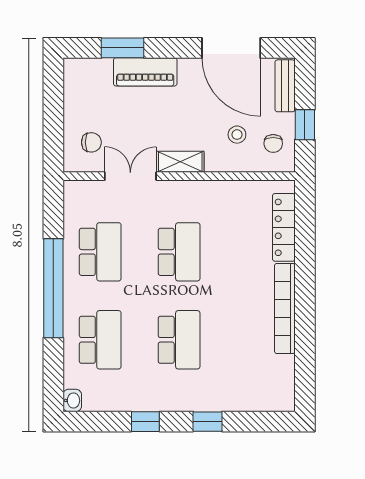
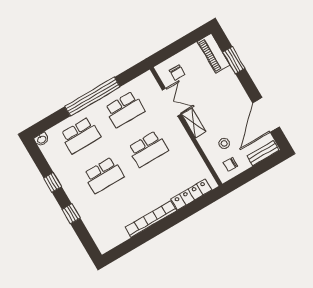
piano: (145, 72) -> (214, 53), moved
window: (305, 125) -> (249, 175), removed

